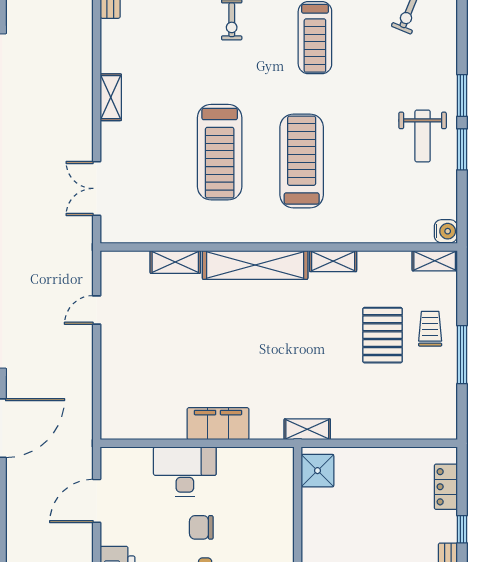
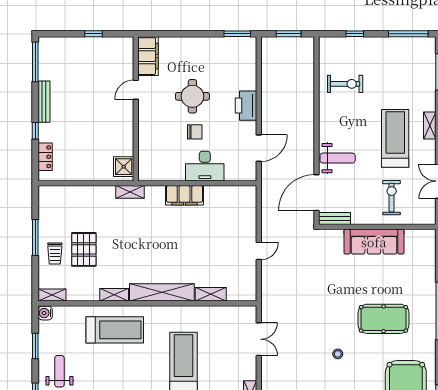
window: (462, 149) -> (35, 346), moved
treadmill: (302, 161) -> (115, 330), moved, turned -90
door: (97, 310) -> (259, 251), moved

